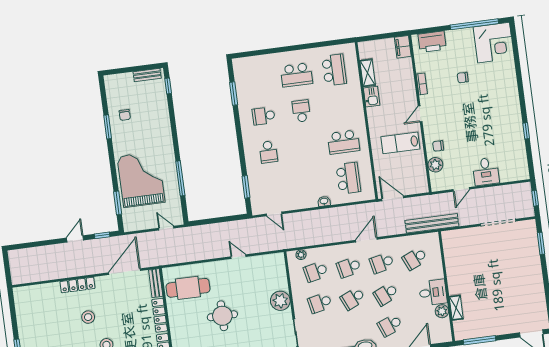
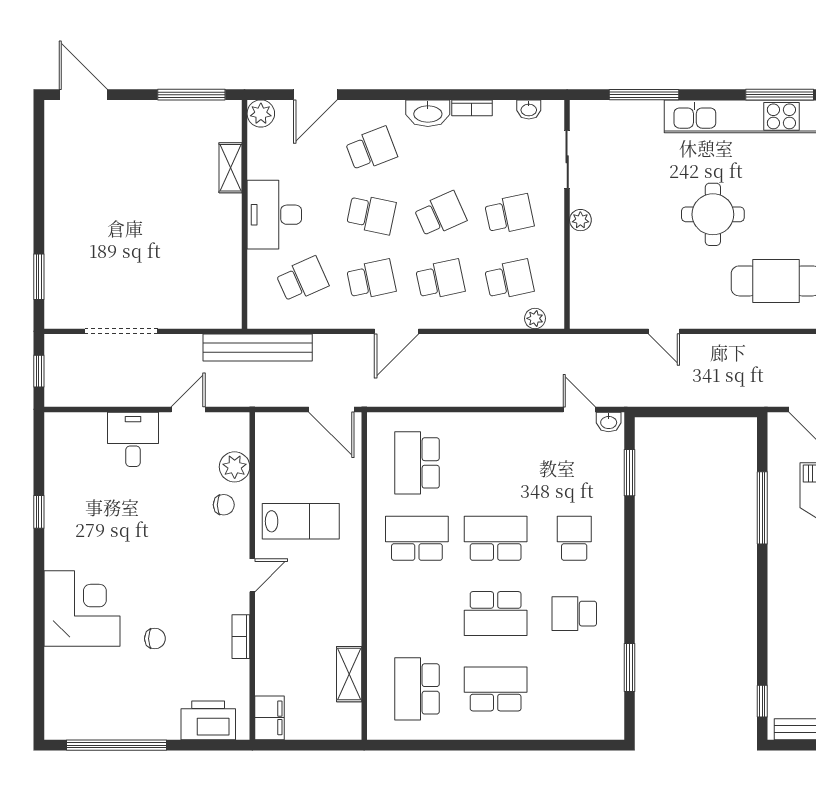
corner desk: (494, 43) -> (82, 608), moved, turned 90
kitchen sink: (372, 97) -> (347, 624), removed
school desk: (301, 111) -> (496, 614), width x1.85
school desk: (264, 116) -> (574, 614), turned 180
school desk: (306, 147) -> (496, 538), added
washbasin: (324, 201) -> (609, 422), moved
desk: (433, 292) -> (274, 215), width x1.37
school desk: (386, 294) -> (371, 214), turned 36
plant: (280, 301) -> (580, 220), width x0.53, depth x0.53
plant: (442, 311) -> (261, 114), moved

